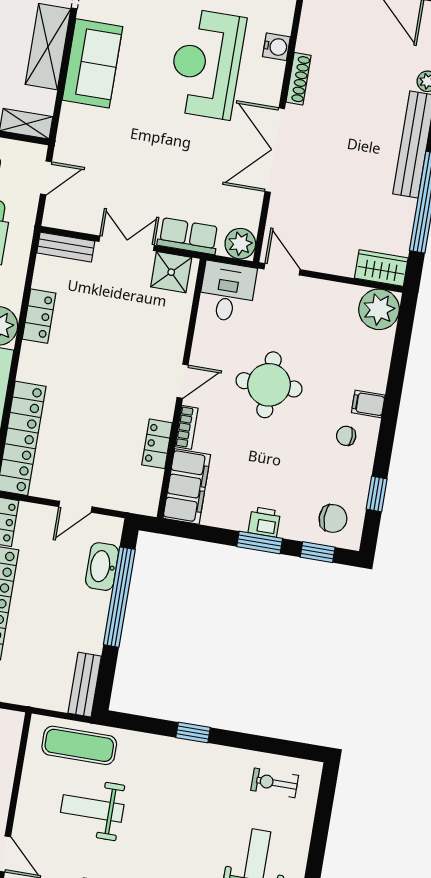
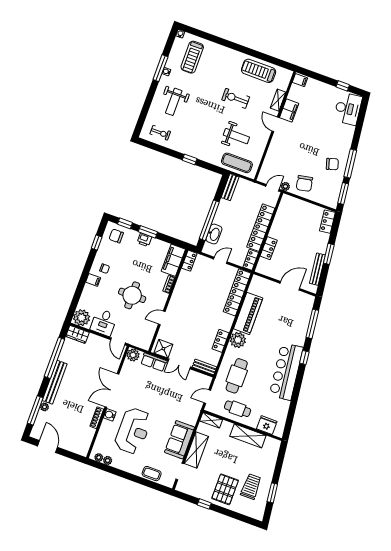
water cooler: (276, 47) -> (110, 415), moved
double door: (275, 150) -> (112, 391), swing flipped
desk: (227, 292) -> (104, 322), moved
door: (183, 381) -> (162, 318), moved
locker: (157, 444) -> (189, 261), moved

